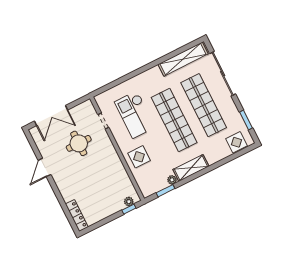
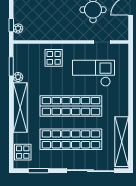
shelving: (191, 168) -> (20, 107), width x1.47

